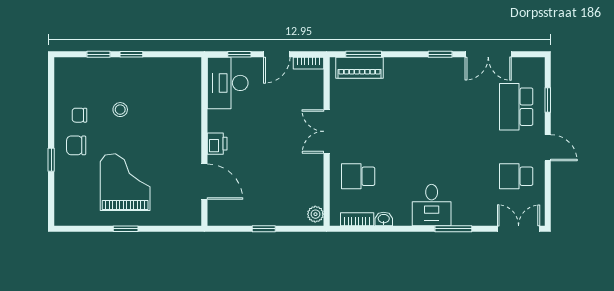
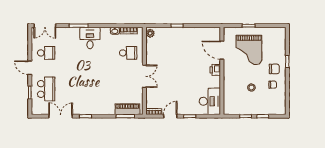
desk: (228, 83) -> (210, 101), moved
wall: (204, 141) -> (222, 71), moved
printer: (217, 144) -> (215, 70), moved
door: (204, 182) -> (222, 50), moved

